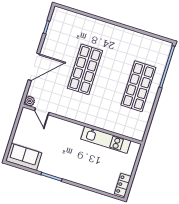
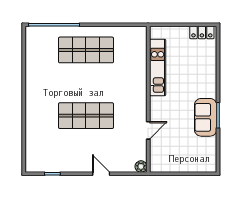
door: (34, 67) -> (101, 174), width x0.53
door: (42, 111) -> (148, 130), moved
sofa: (24, 157) -> (206, 117), moved

